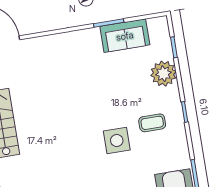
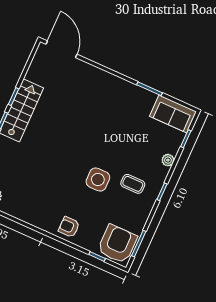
sofa: (125, 36) -> (173, 114), moved
plant: (163, 74) -> (168, 160), width x0.53, depth x0.53

